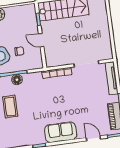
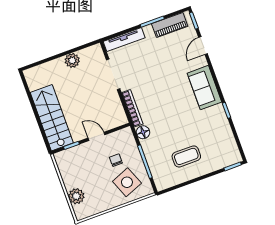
plant: (104, 34) -> (72, 60), added
door: (41, 40) -> (96, 136), swing flipped
floor lamp: (17, 80) -> (143, 132), moved

